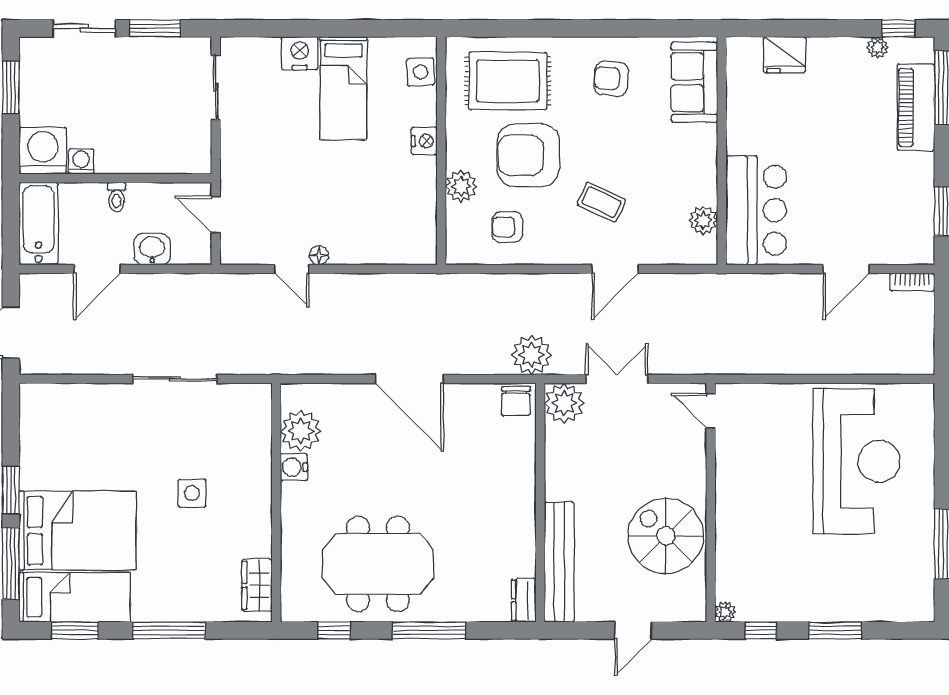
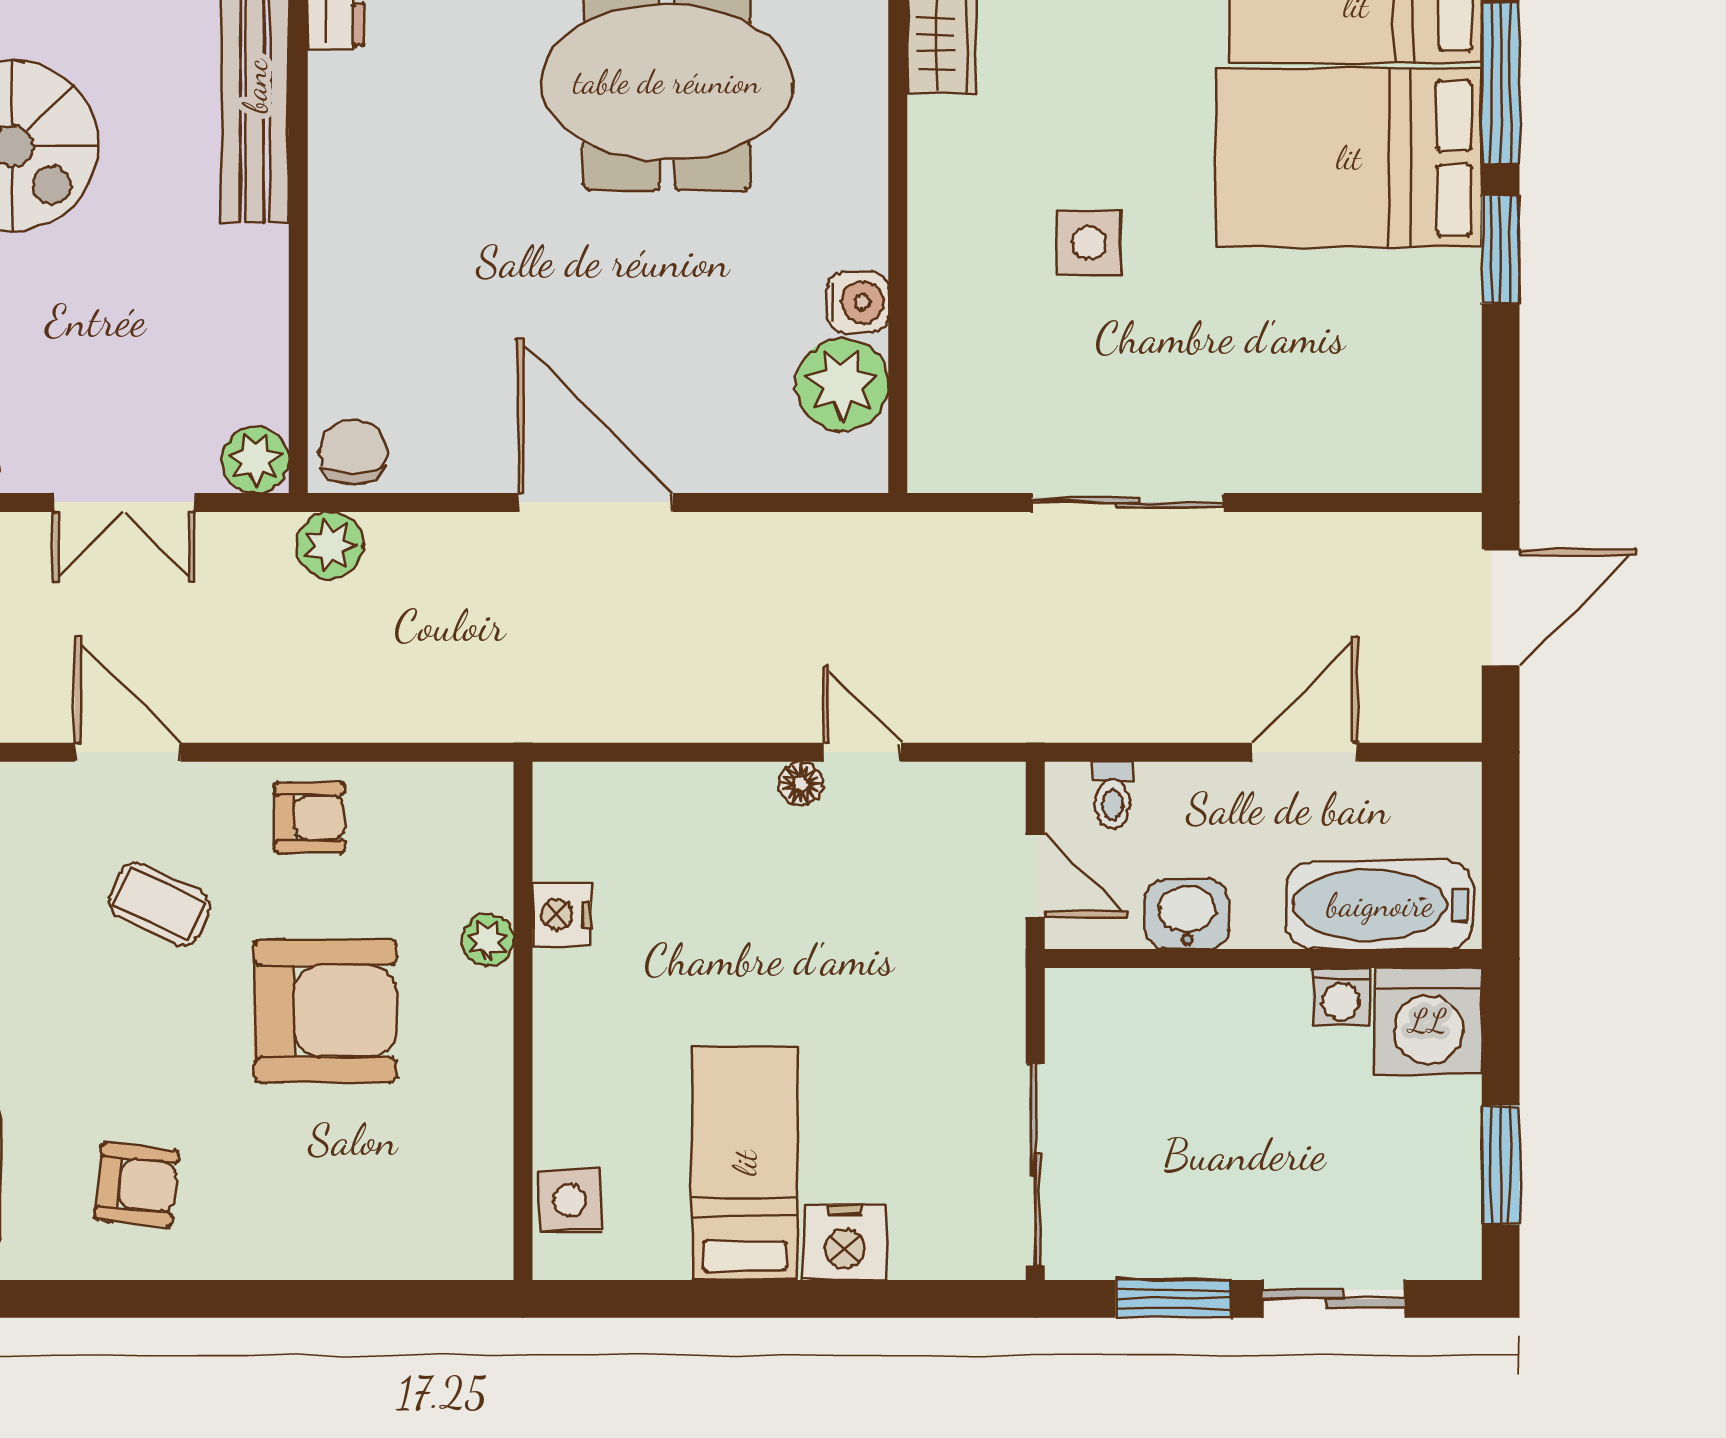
rug: (508, 81) -> (372, 1179), removed
sliding door: (216, 88) -> (1035, 1165), width x1.37
nightstand: (424, 141) -> (561, 915), moved
plant: (461, 186) -> (488, 940), width x0.73, depth x0.73
toilet: (117, 197) -> (1112, 795), moved, turned 180
bathtub: (39, 223) -> (1380, 905), moved, turned 90
armchair: (507, 227) -> (309, 818), moved
washbasin: (152, 249) -> (1187, 914), moved, turned 180
door: (615, 269) -> (128, 752), hinge flipped
plant: (531, 355) -> (330, 545), width x0.73, depth x0.73
plant: (564, 403) -> (255, 460), width x0.73, depth x0.73

